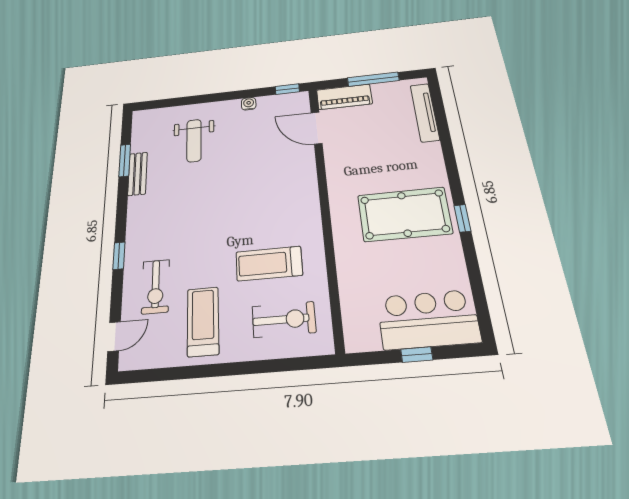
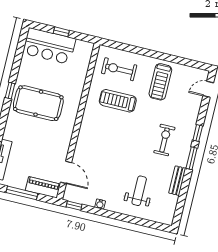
window: (125, 160) -> (192, 158), moved
treadmill: (269, 264) -> (118, 101), turned 180
exercise bike: (156, 287) -> (164, 140), moved

